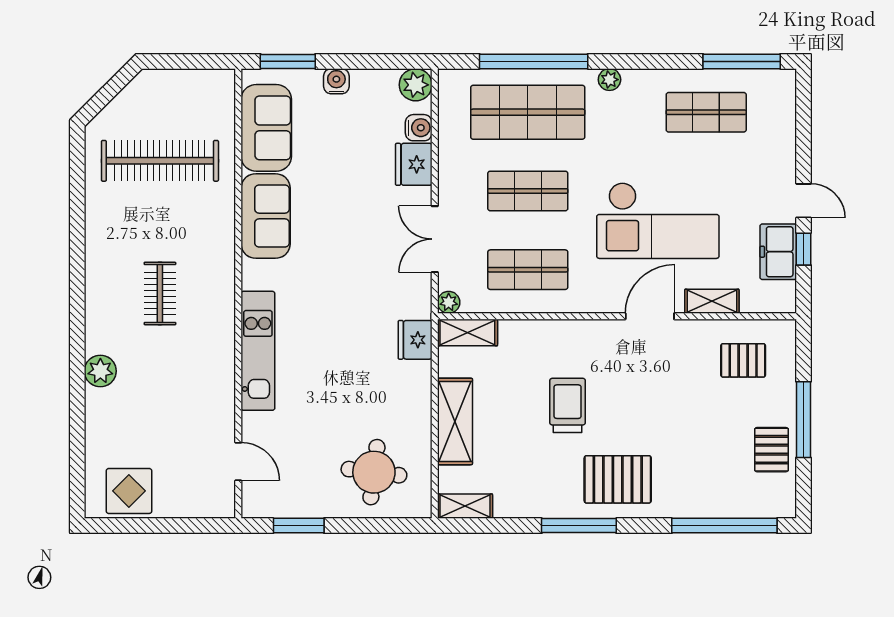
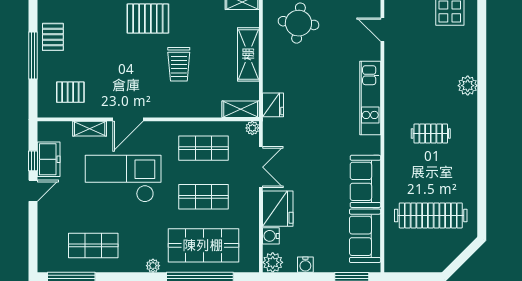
water cooler: (336, 81) -> (305, 265), moved
fridge: (414, 164) -> (278, 209), width x1.36, depth x1.34
door: (804, 201) -> (33, 191), swing flipped
clothes rail: (160, 293) -> (431, 133), turned 90

